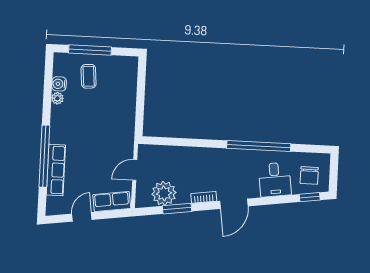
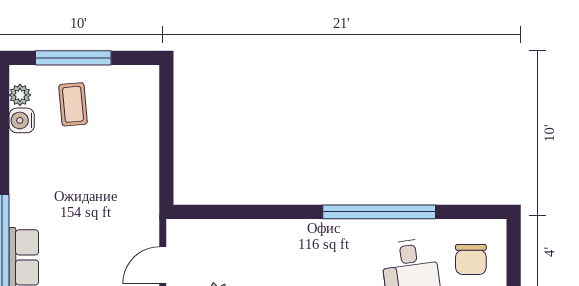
plant: (57, 98) -> (20, 95), moved

